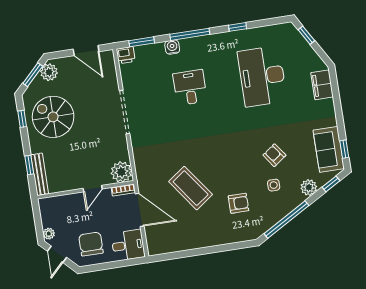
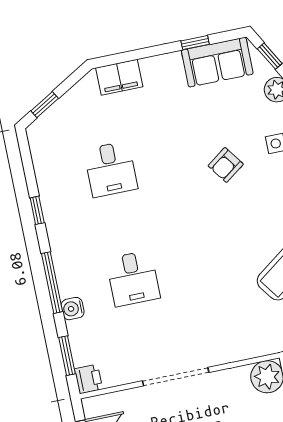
desk: (262, 76) -> (111, 169), width x0.53, depth x0.77
desk: (190, 87) -> (133, 278), turned -90
window: (344, 149) -> (195, 43), moved
armchair: (274, 155) -> (226, 165), moved

